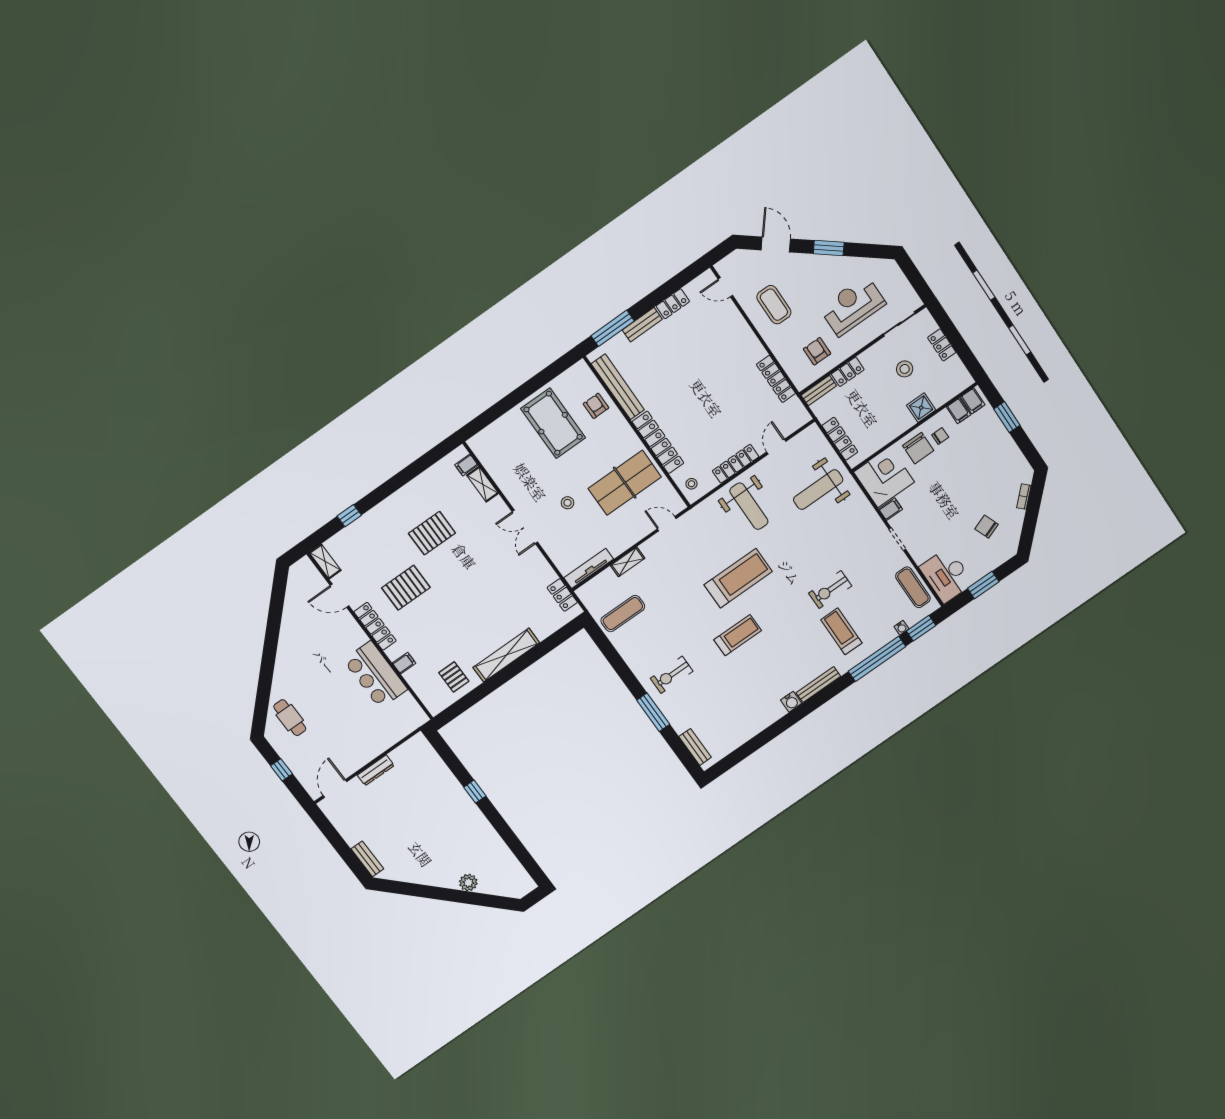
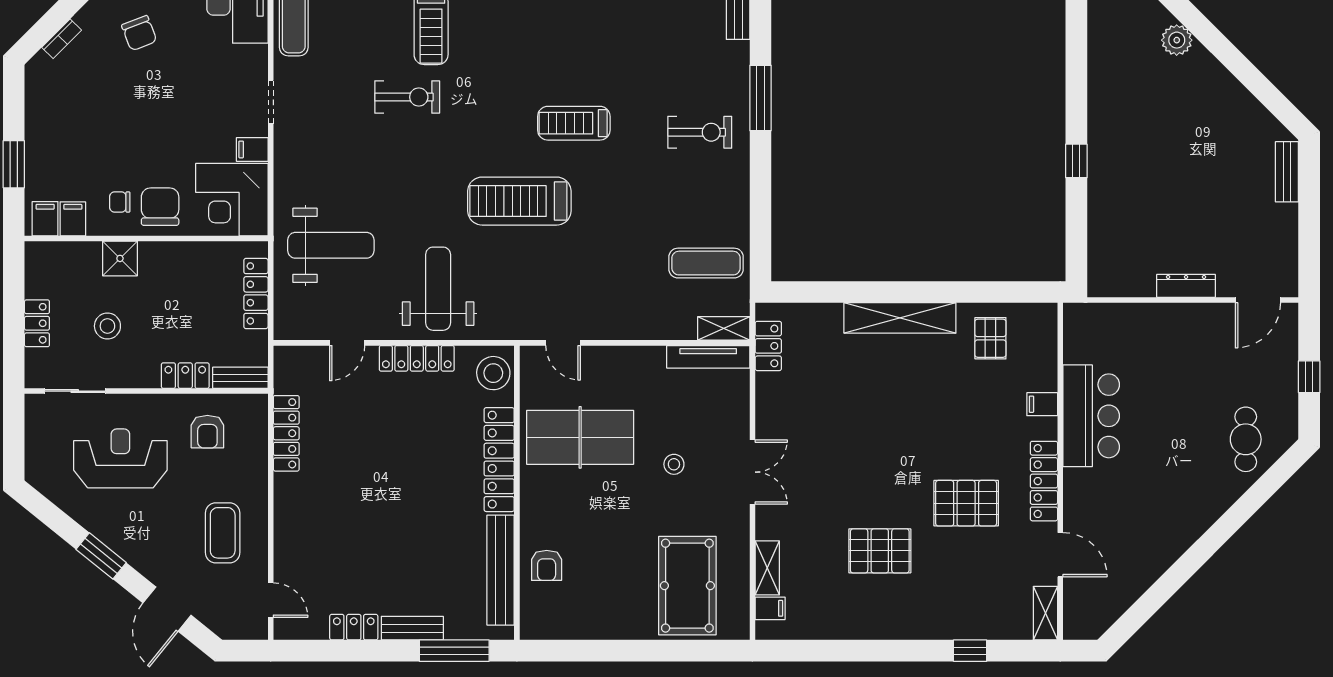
reception desk: (853, 306) -> (120, 458), turned 180
pool table: (553, 423) -> (687, 586), moved
stool: (691, 484) -> (493, 373), width x1.89, depth x1.89
shelving: (628, 562) -> (724, 328), moved

